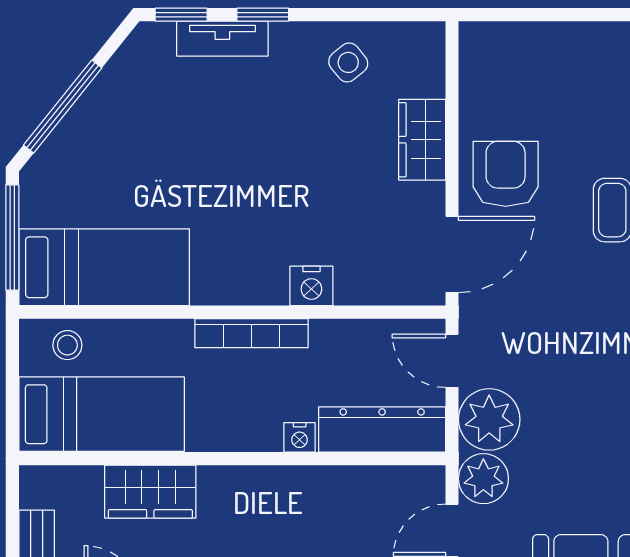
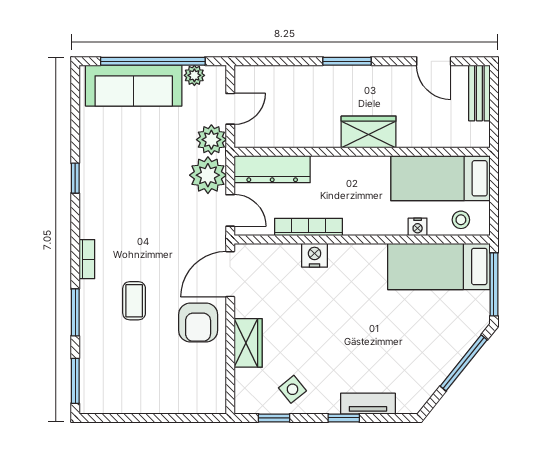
window: (181, 15) -> (274, 418), moved
bookcase: (251, 333) -> (308, 227), moved
nightstand: (300, 437) -> (418, 227), moved, turned 180
wardrobe: (150, 492) -> (369, 132), moved

